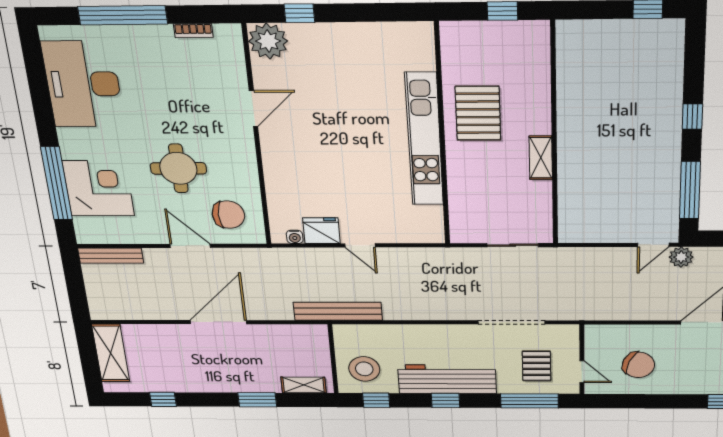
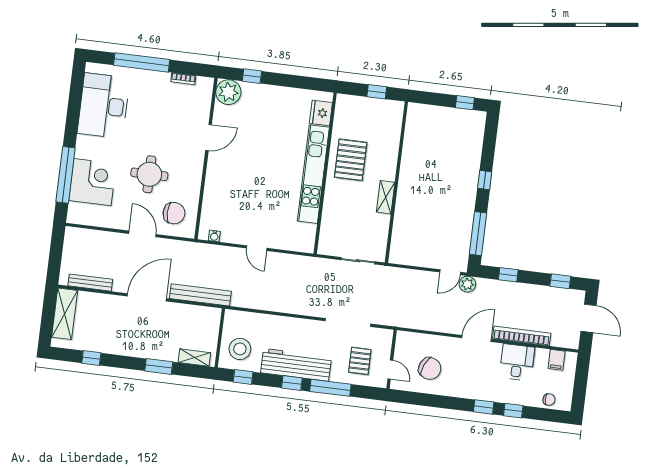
fridge: (321, 231) -> (321, 113), moved, turned -90
bench: (111, 256) -> (90, 283), moved
bench: (338, 311) -> (200, 295), moved
window: (529, 401) -> (330, 388), moved

